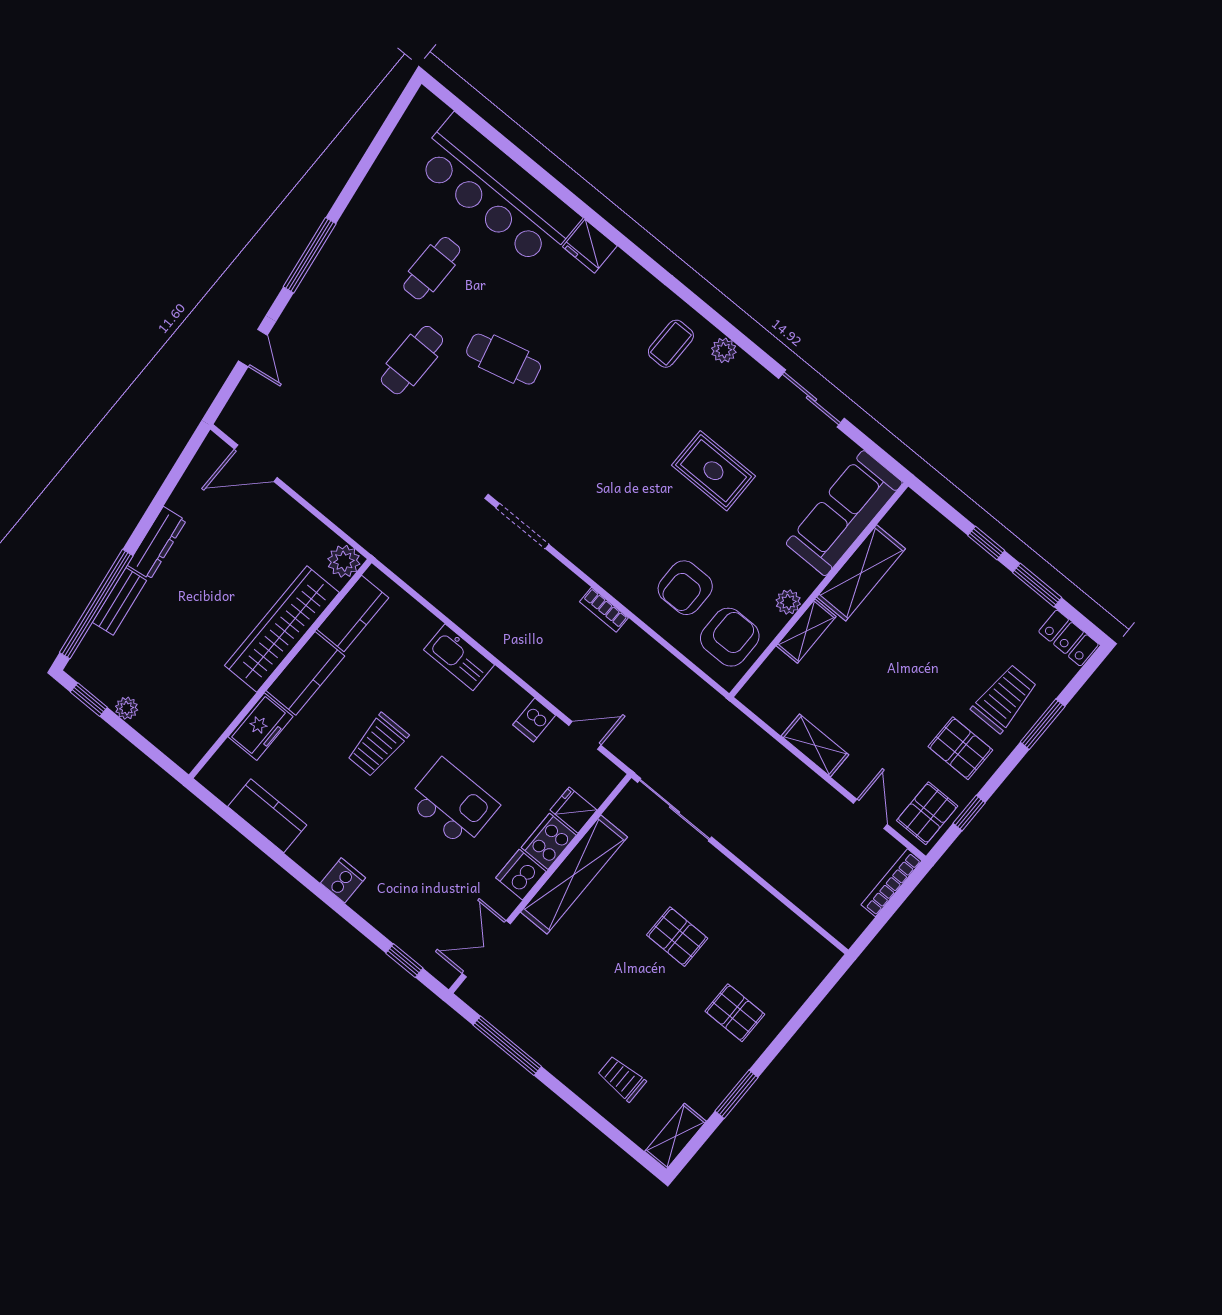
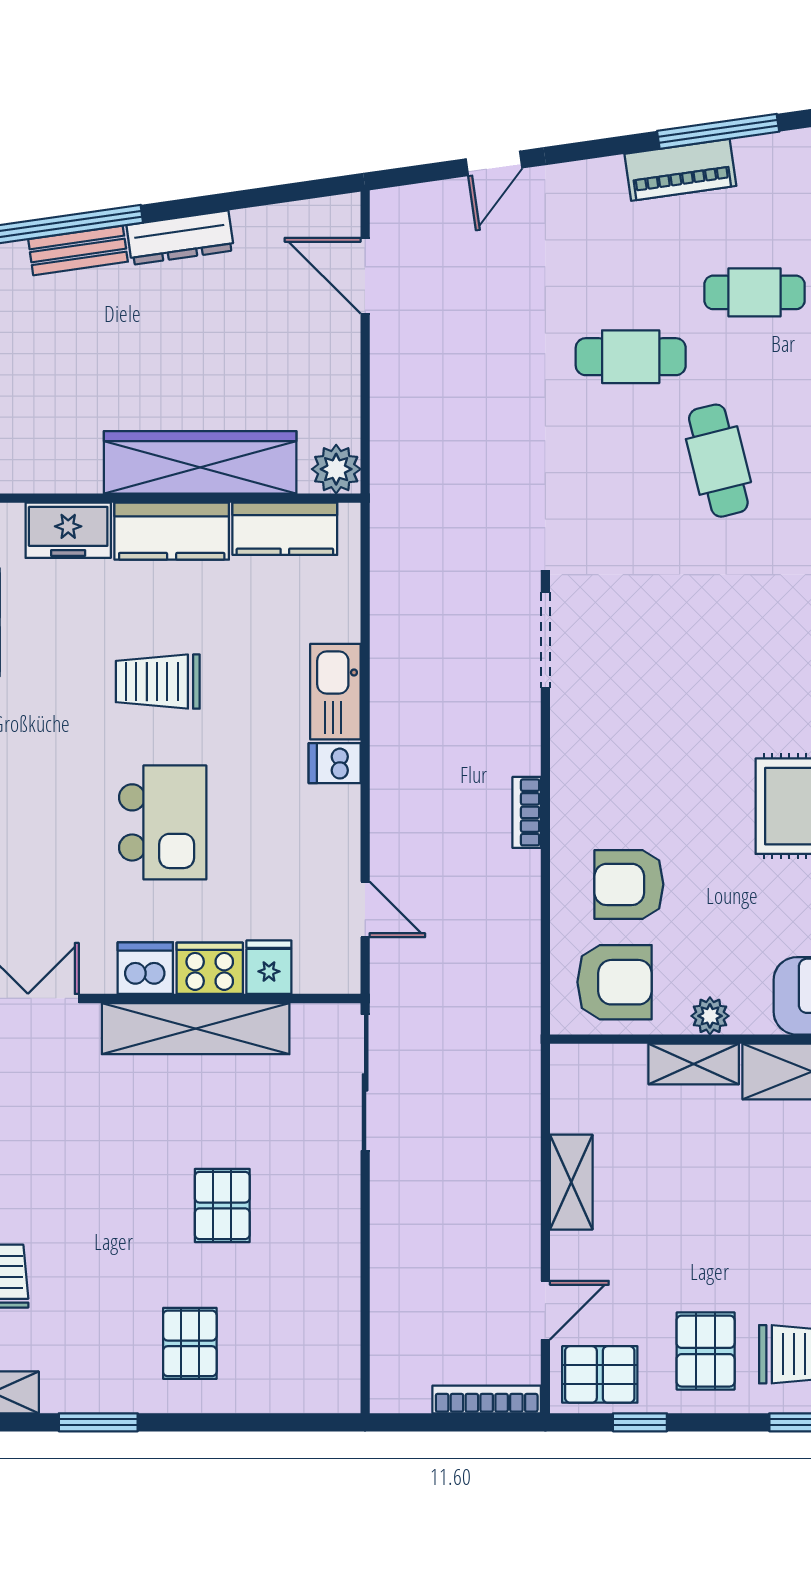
piano: (336, 254) -> (680, 170), added
window: (310, 255) -> (718, 131), moved
dishwasher: (534, 720) -> (335, 763), moved

